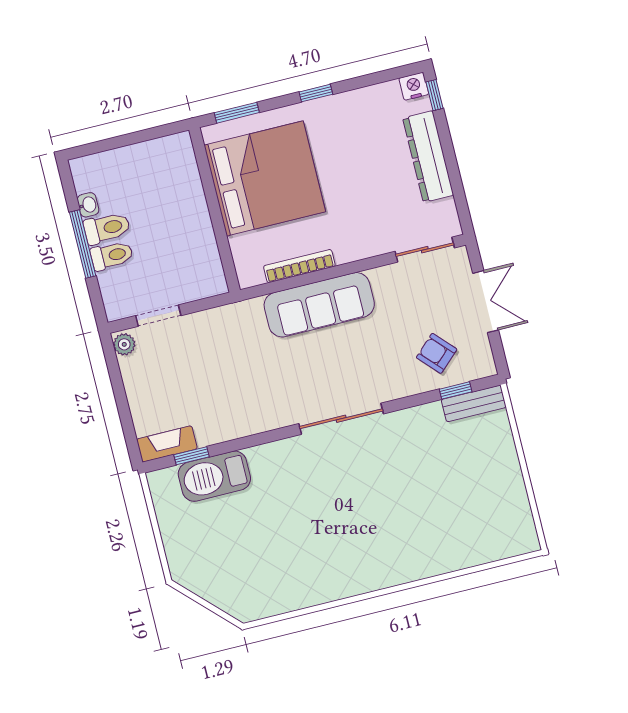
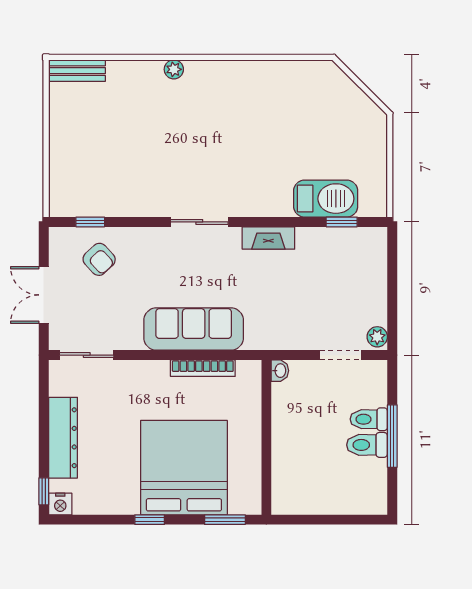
bed: (265, 178) -> (184, 468), moved, turned 90
washbasin: (88, 205) -> (280, 371), moved, turned 180
bench: (474, 403) -> (77, 71), moved
sliding door: (341, 419) -> (199, 222), width x0.73
fireplace: (167, 444) -> (268, 238), moved
plant: (407, 572) -> (174, 69), added

